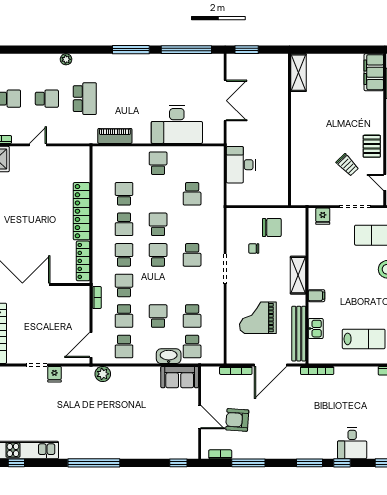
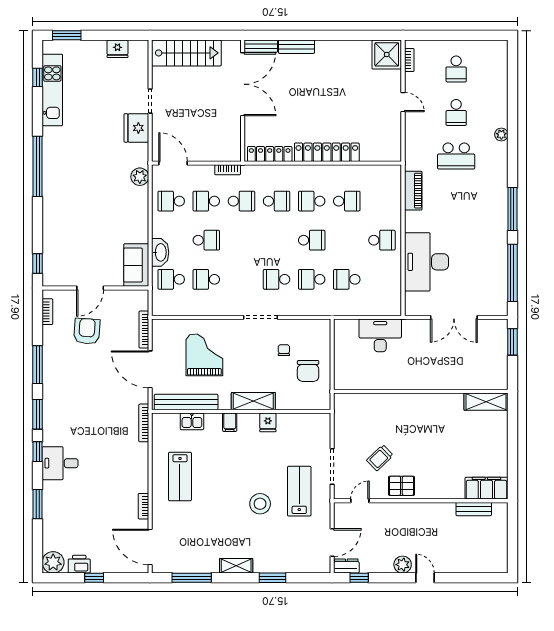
fridge: (323, 216) -> (268, 422), moved, turned -90
school desk: (158, 255) -> (312, 279), moved, turned 180
fridge: (54, 374) -> (136, 128), width x1.88, depth x1.34
window: (248, 463) -> (38, 365), moved

